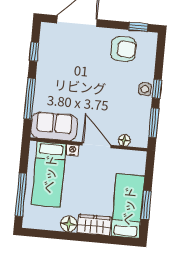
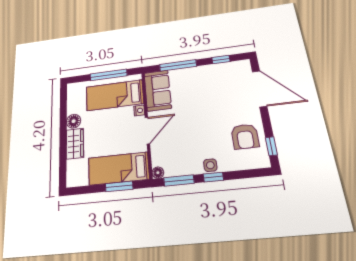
floor lamp: (124, 140) -> (158, 173), moved
window: (21, 195) -> (109, 75), moved
window: (146, 205) -> (119, 186), moved
bed: (128, 206) -> (118, 169), moved, turned 180

